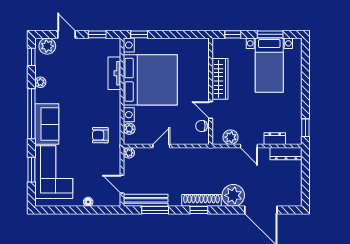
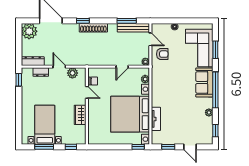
plant: (47, 46) -> (204, 138), removed
wardrobe: (220, 79) -> (80, 115), width x0.67
armchair: (100, 135) -> (162, 54), moved
plant: (233, 195) -> (29, 31), moved
window: (199, 210) -> (83, 21), moved

